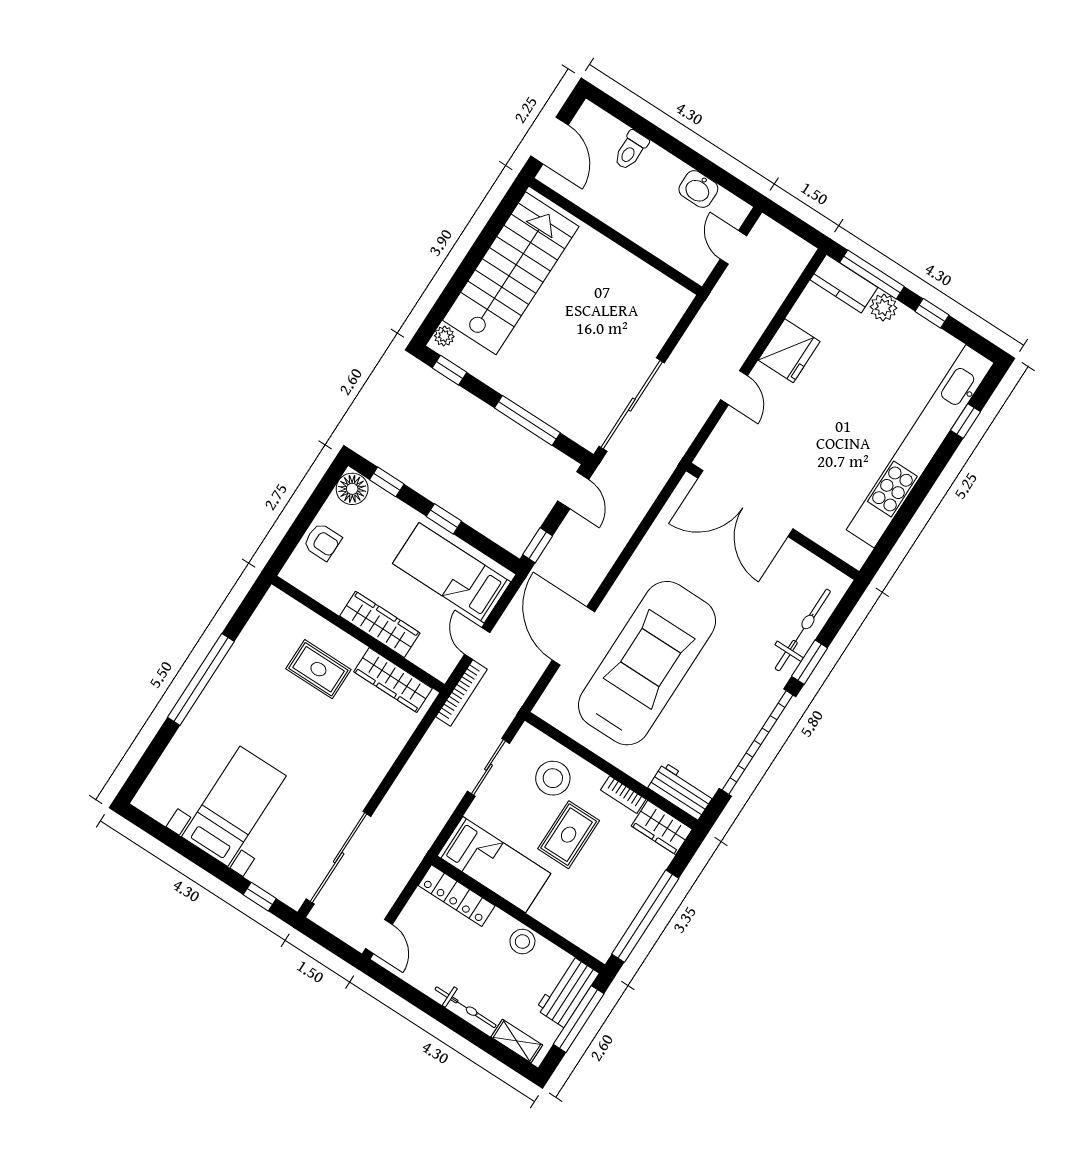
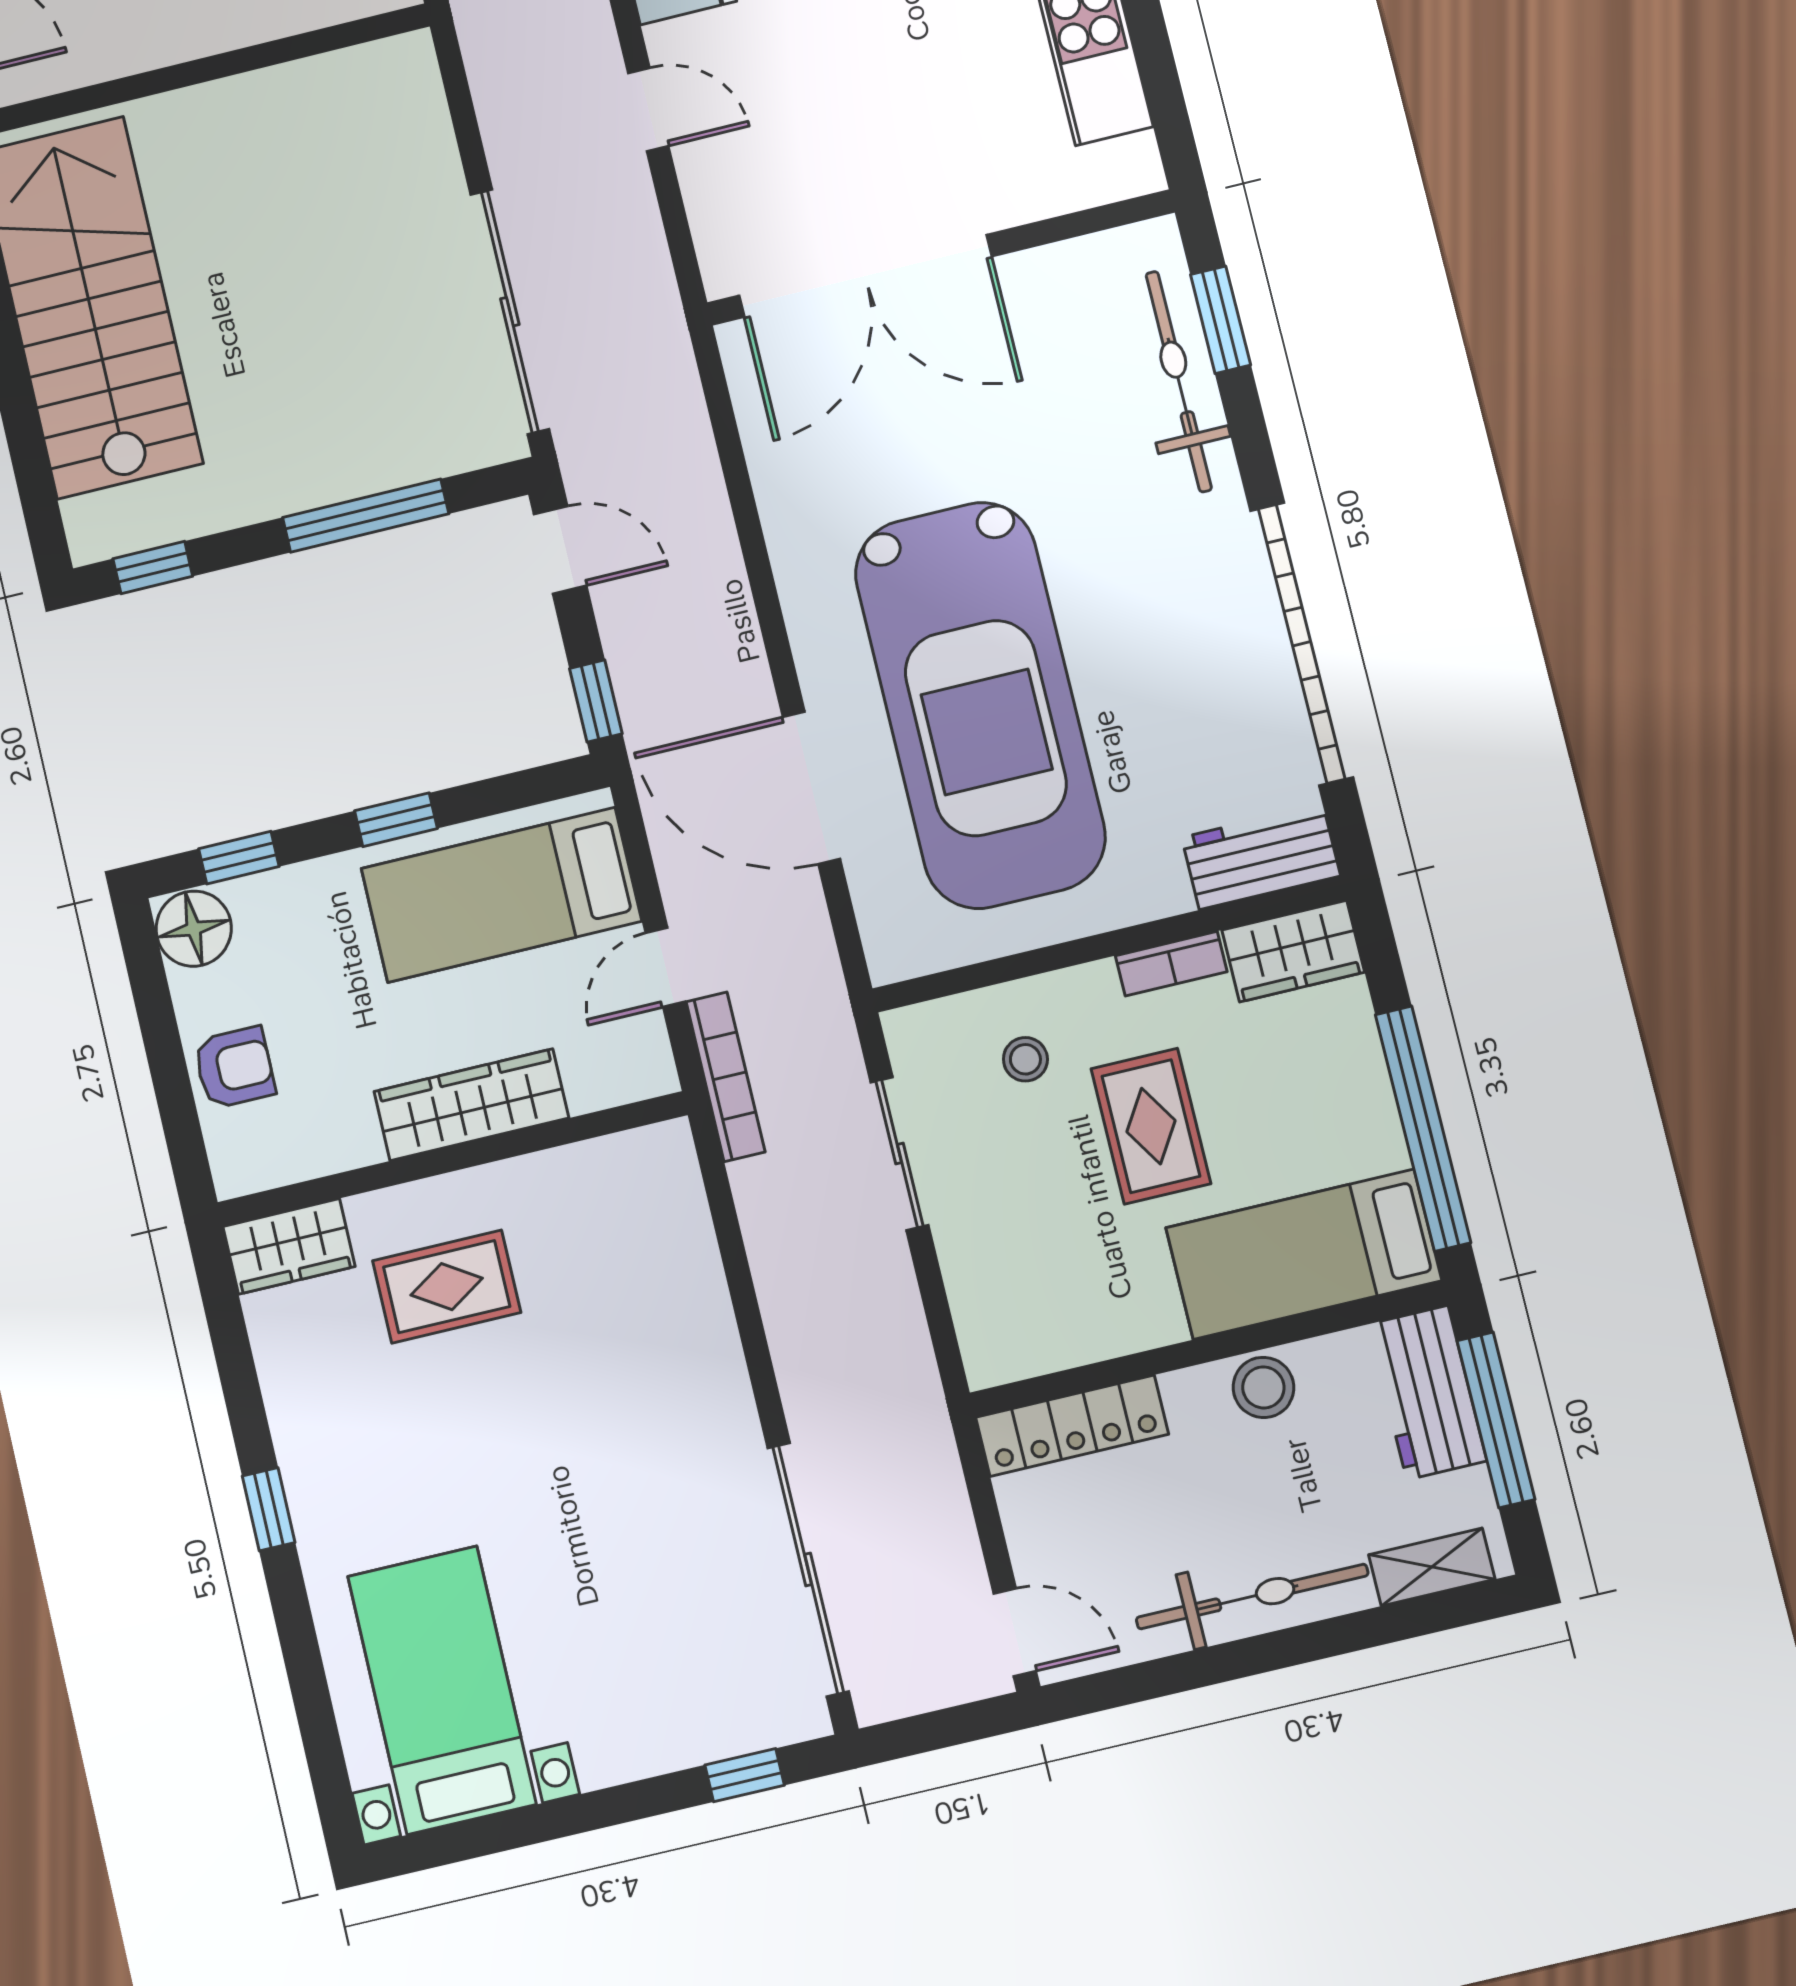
plant: (444, 336) -> (87, 522), removed
door: (477, 643) -> (665, 967), hinge flipped
window: (810, 662) -> (1220, 320), moved
car: (647, 663) -> (980, 705), turned 180
window: (201, 679) -> (269, 1509), width x0.32
wardrobe: (393, 680) -> (289, 1246), moved, width x0.67
stool: (553, 778) -> (1025, 1059), width x0.53, depth x0.53
bed with nightstands: (234, 806) -> (442, 1690), moved
bed: (494, 865) -> (1304, 1254), moved, turned 180
bicycle: (466, 1007) -> (1252, 1597), width x1.37, depth x1.40

